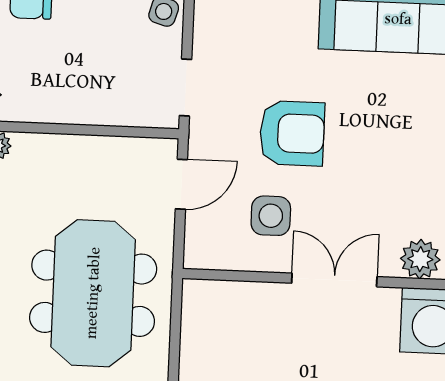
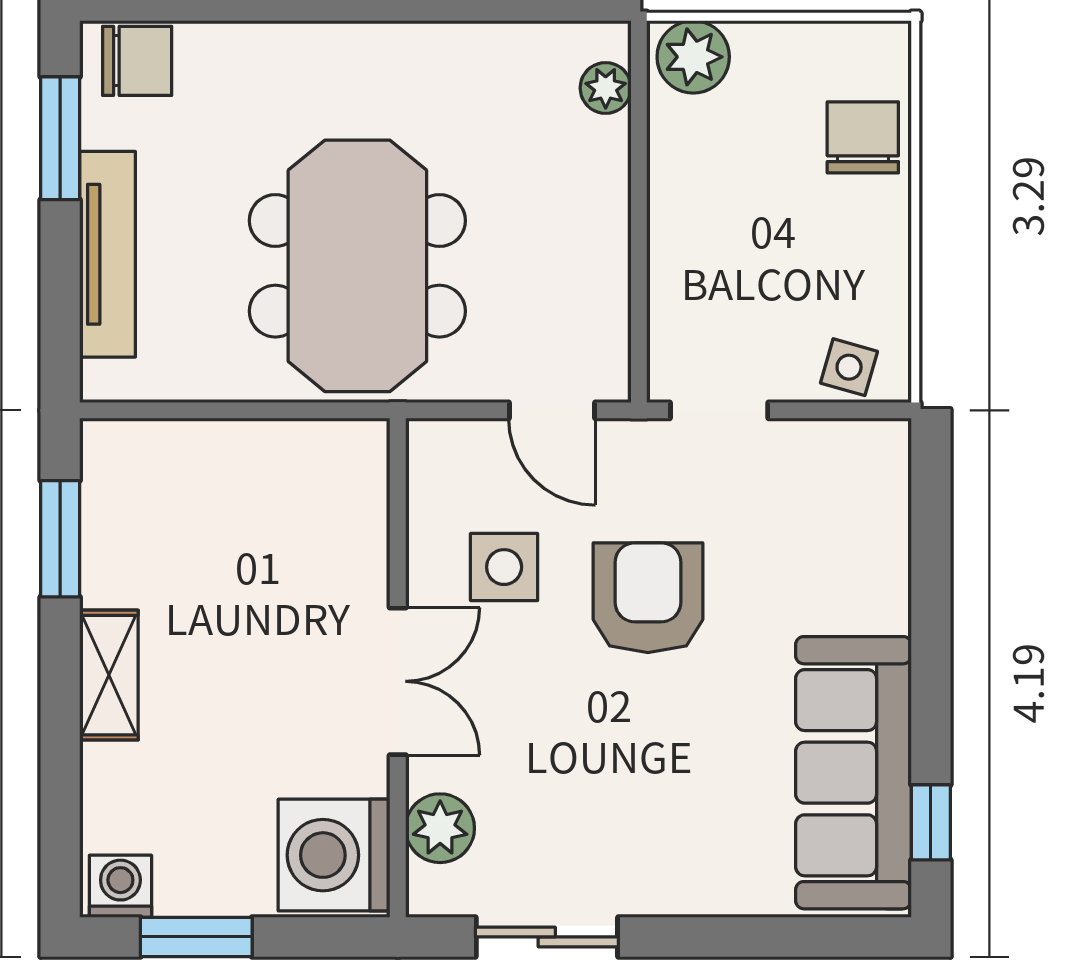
armchair: (292, 133) -> (648, 598), turned 180
meeting table: (93, 293) -> (357, 266), turned 90

